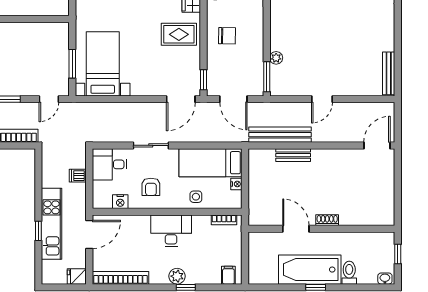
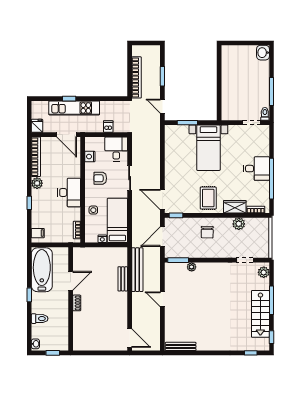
bed with nightstands: (103, 64) -> (208, 148), moved, turned 90
bathtub: (310, 270) -> (42, 270), moved
plant: (177, 276) -> (37, 183), moved

